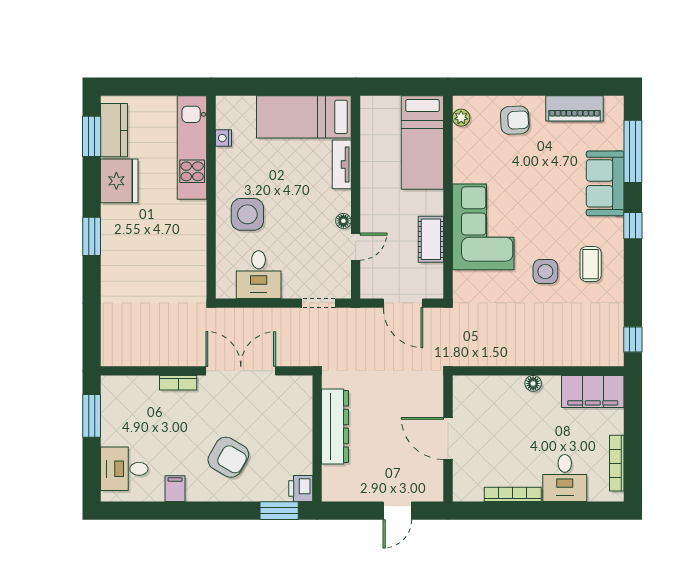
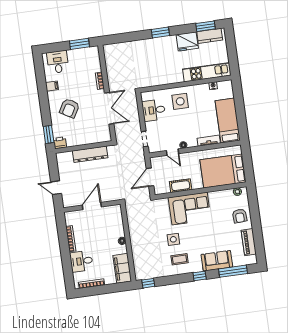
bed: (422, 142) -> (223, 171), width x1.50

